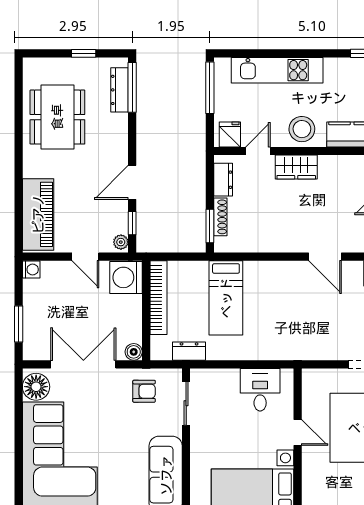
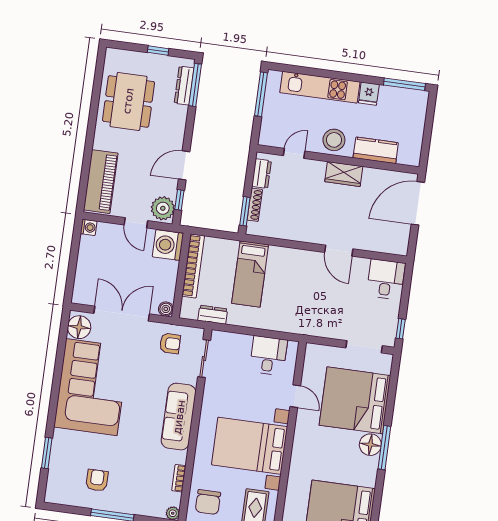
fridge: (230, 134) -> (369, 94), moved, turned 180
wardrobe: (296, 167) -> (344, 174), moved
plant: (121, 242) -> (163, 208), width x1.88, depth x1.88
window: (19, 324) -> (72, 272), removed

